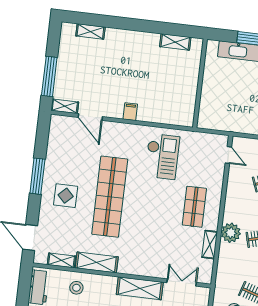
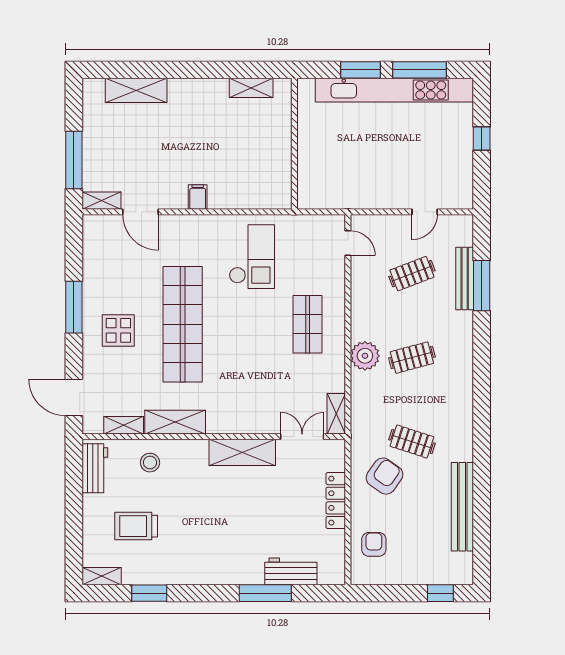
shelving: (90, 31) -> (136, 90), width x1.50, depth x1.33
shelving: (210, 245) -> (336, 414), moved

